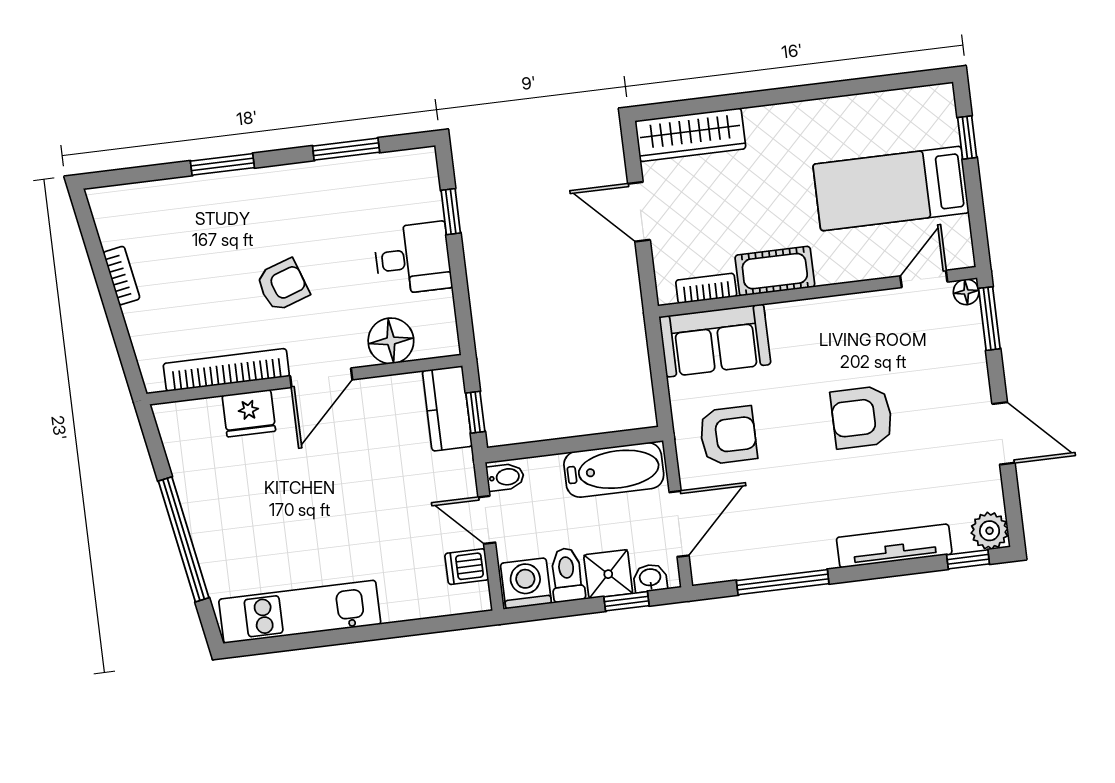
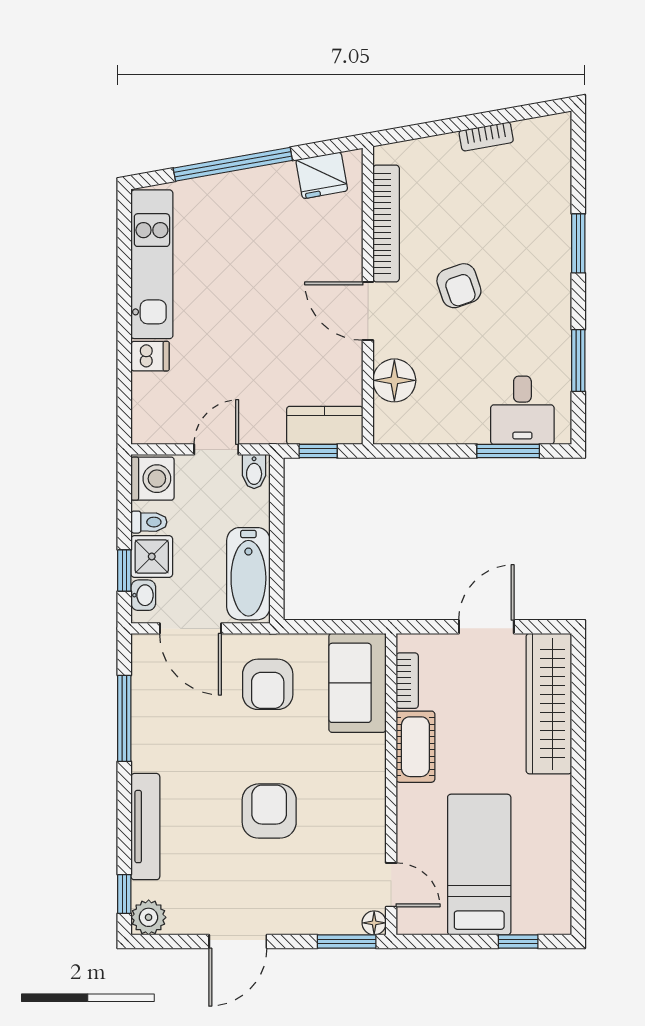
wardrobe: (690, 135) -> (549, 704), width x1.40, depth x1.17
window: (451, 212) -> (508, 451), width x1.50
desk: (413, 258) -> (522, 410), moved
fridge: (249, 413) -> (322, 175), moved, turned -100
dishwasher: (467, 567) -> (150, 356), moved, turned 90
toilet: (567, 575) -> (149, 522), width x0.73, depth x0.72

